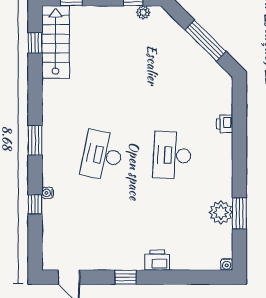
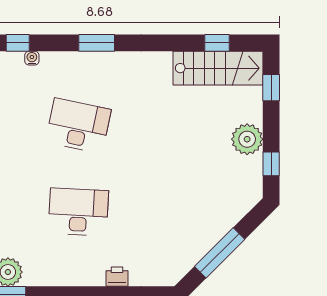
plant: (143, 12) -> (247, 139), moved, width x1.88, depth x1.88

